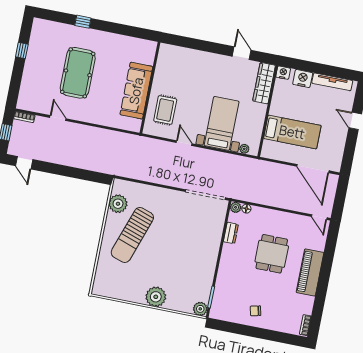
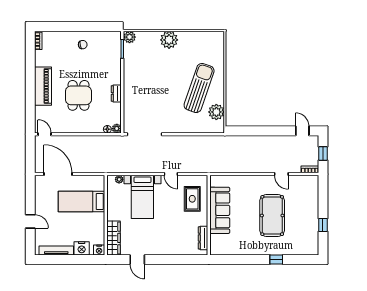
dresser: (162, 63) -> (203, 238), added
dresser: (231, 233) -> (116, 93), moved

